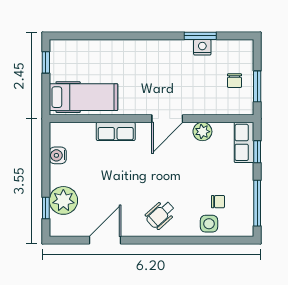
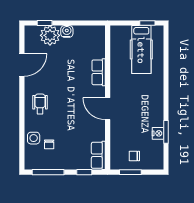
hospital bed: (83, 97) -> (141, 50), moved
plant: (202, 132) -> (99, 133), removed
row of seats: (244, 142) -> (98, 155), moved, turned -90
water cooler: (58, 155) -> (67, 31), moved
wheelchair: (160, 215) -> (40, 104), turned 42
door: (105, 240) -> (22, 65), hinge flipped

